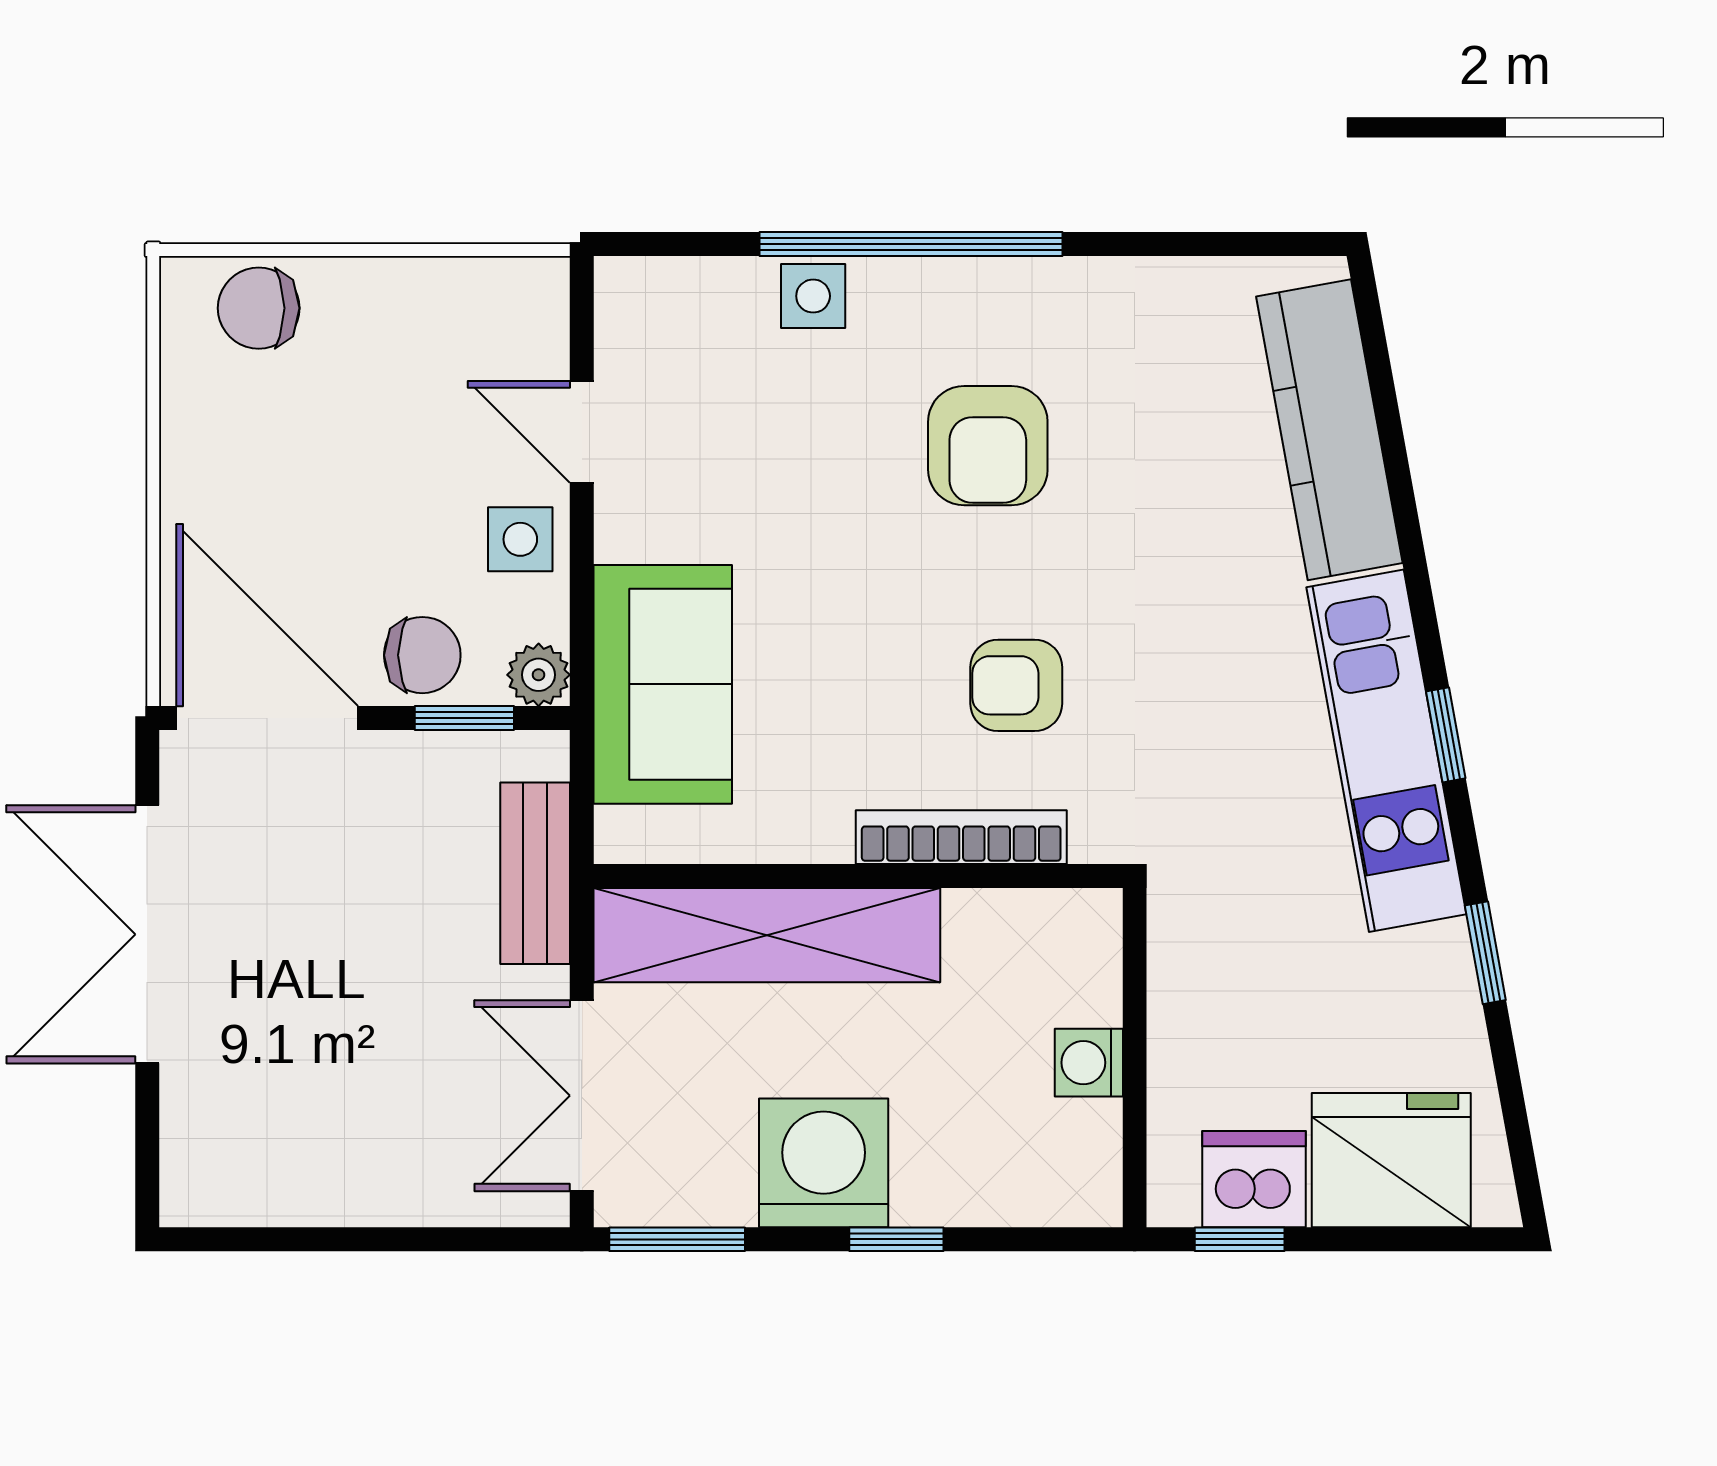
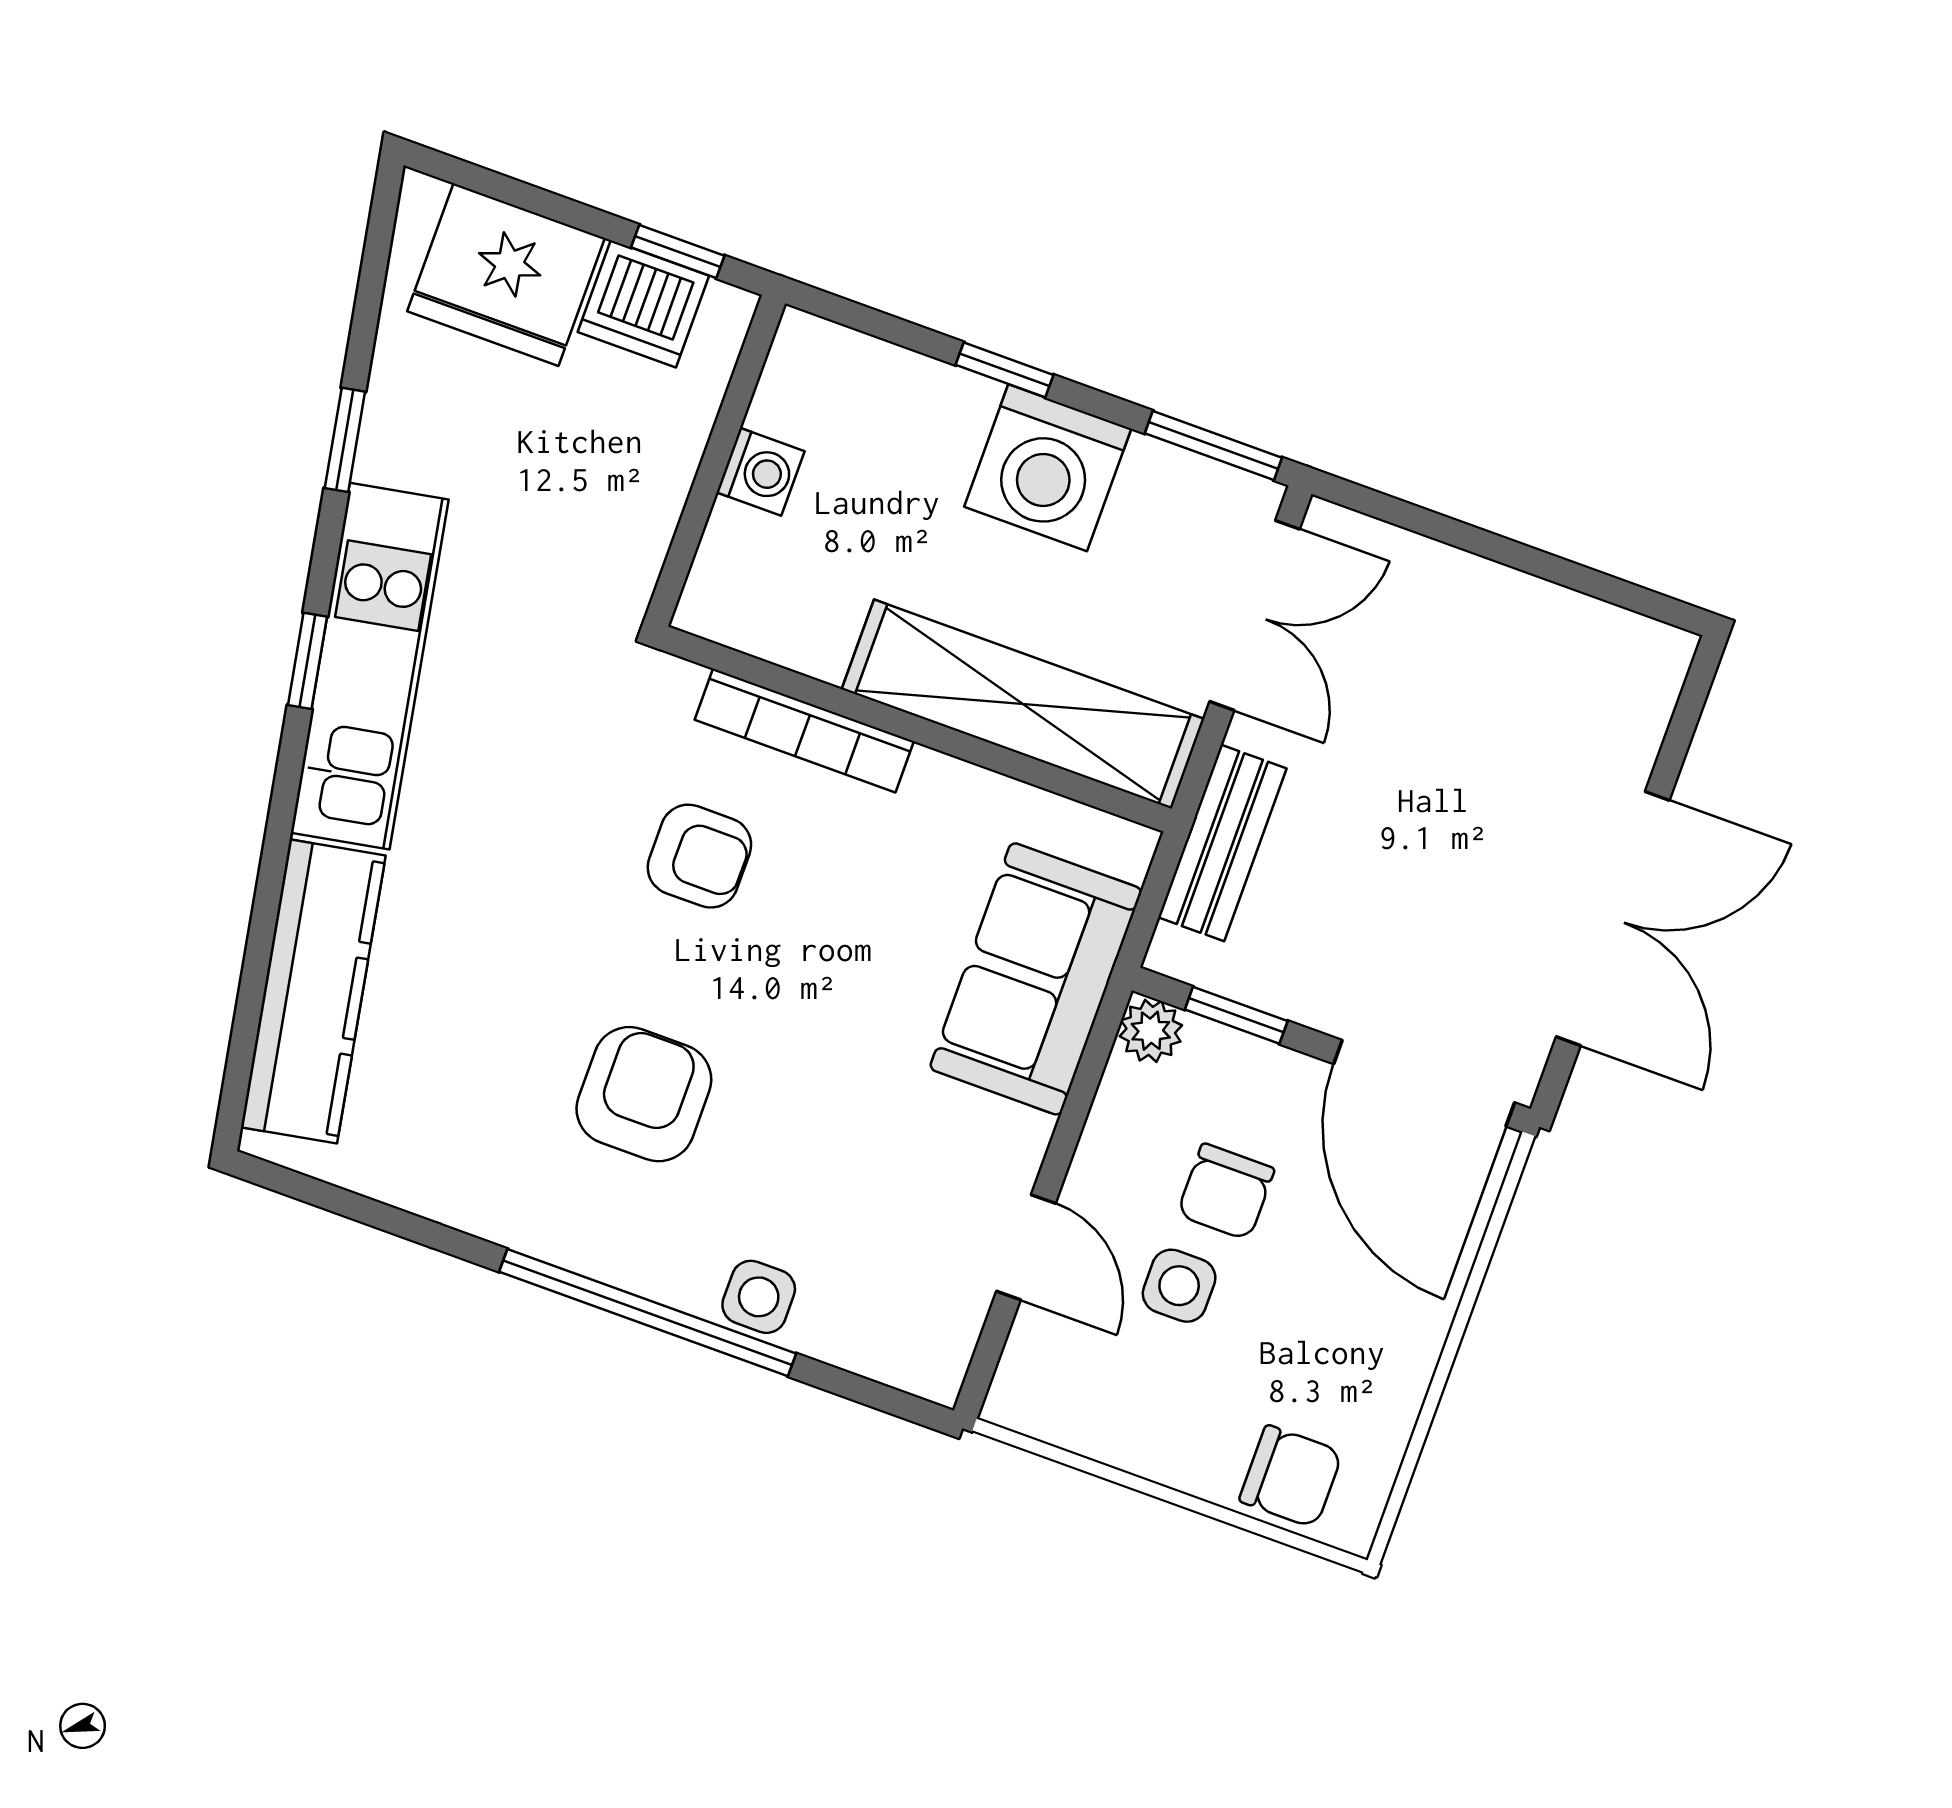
side table: (520, 539) -> (1179, 1286), moved
chair: (422, 655) -> (1226, 1192), moved, turned -90

